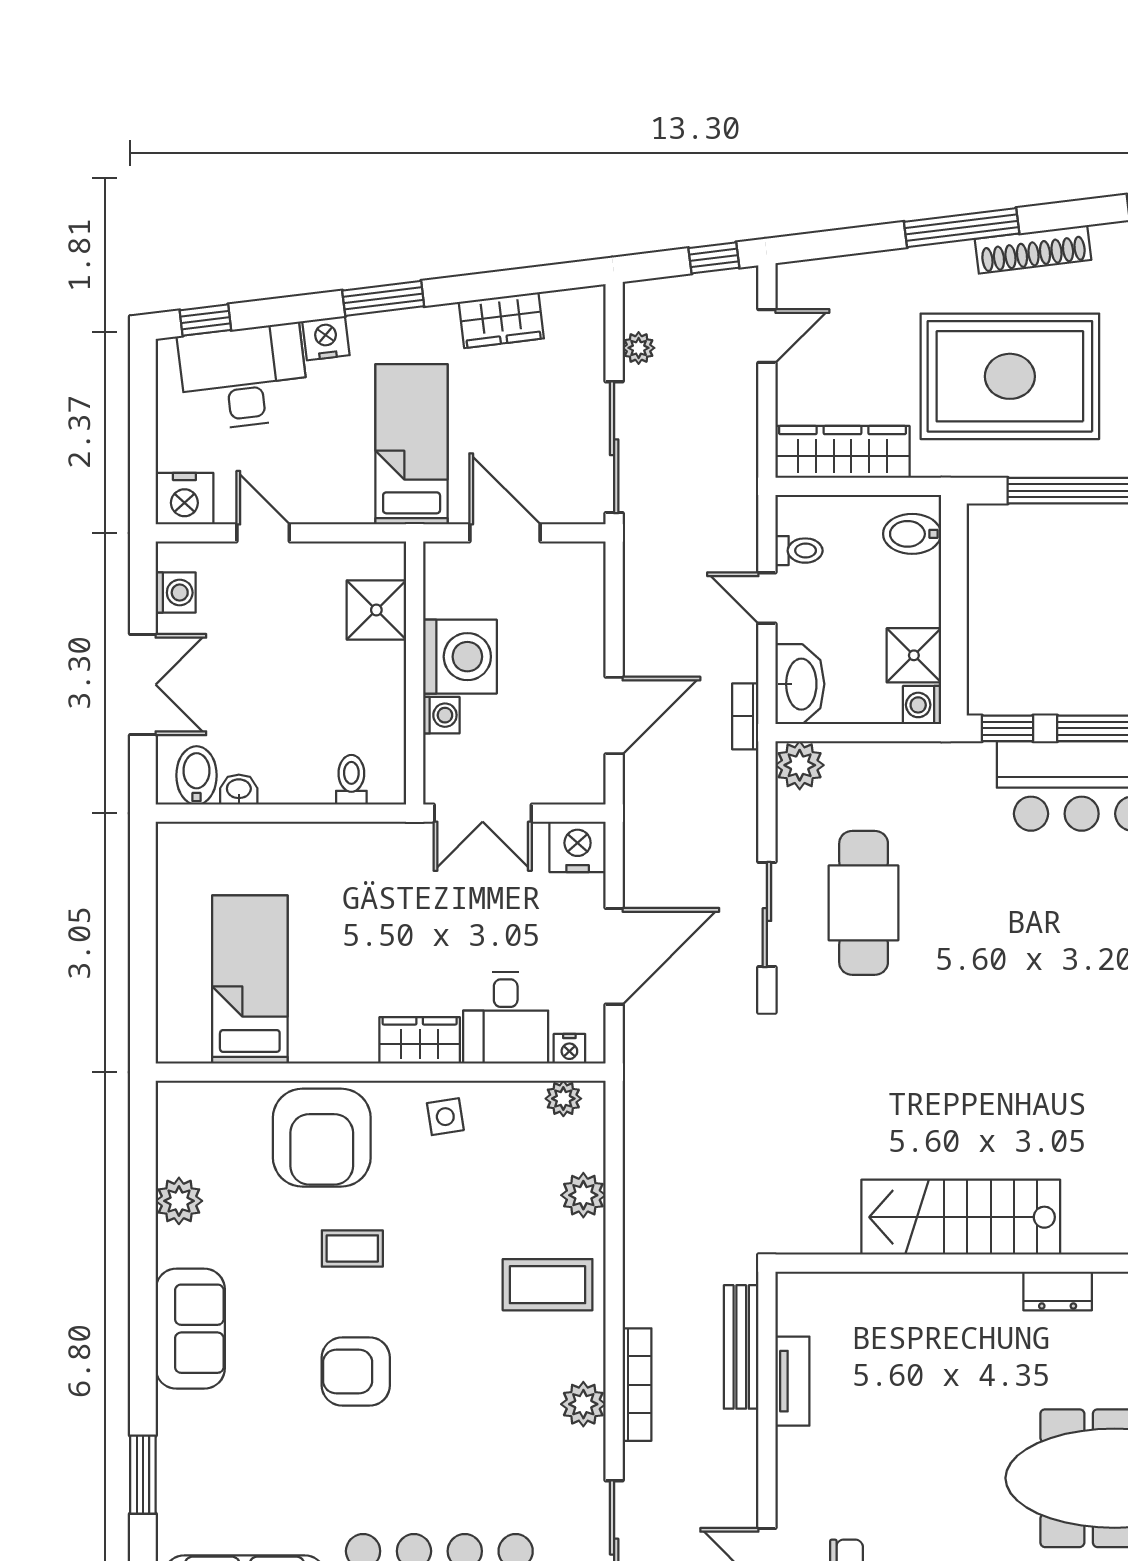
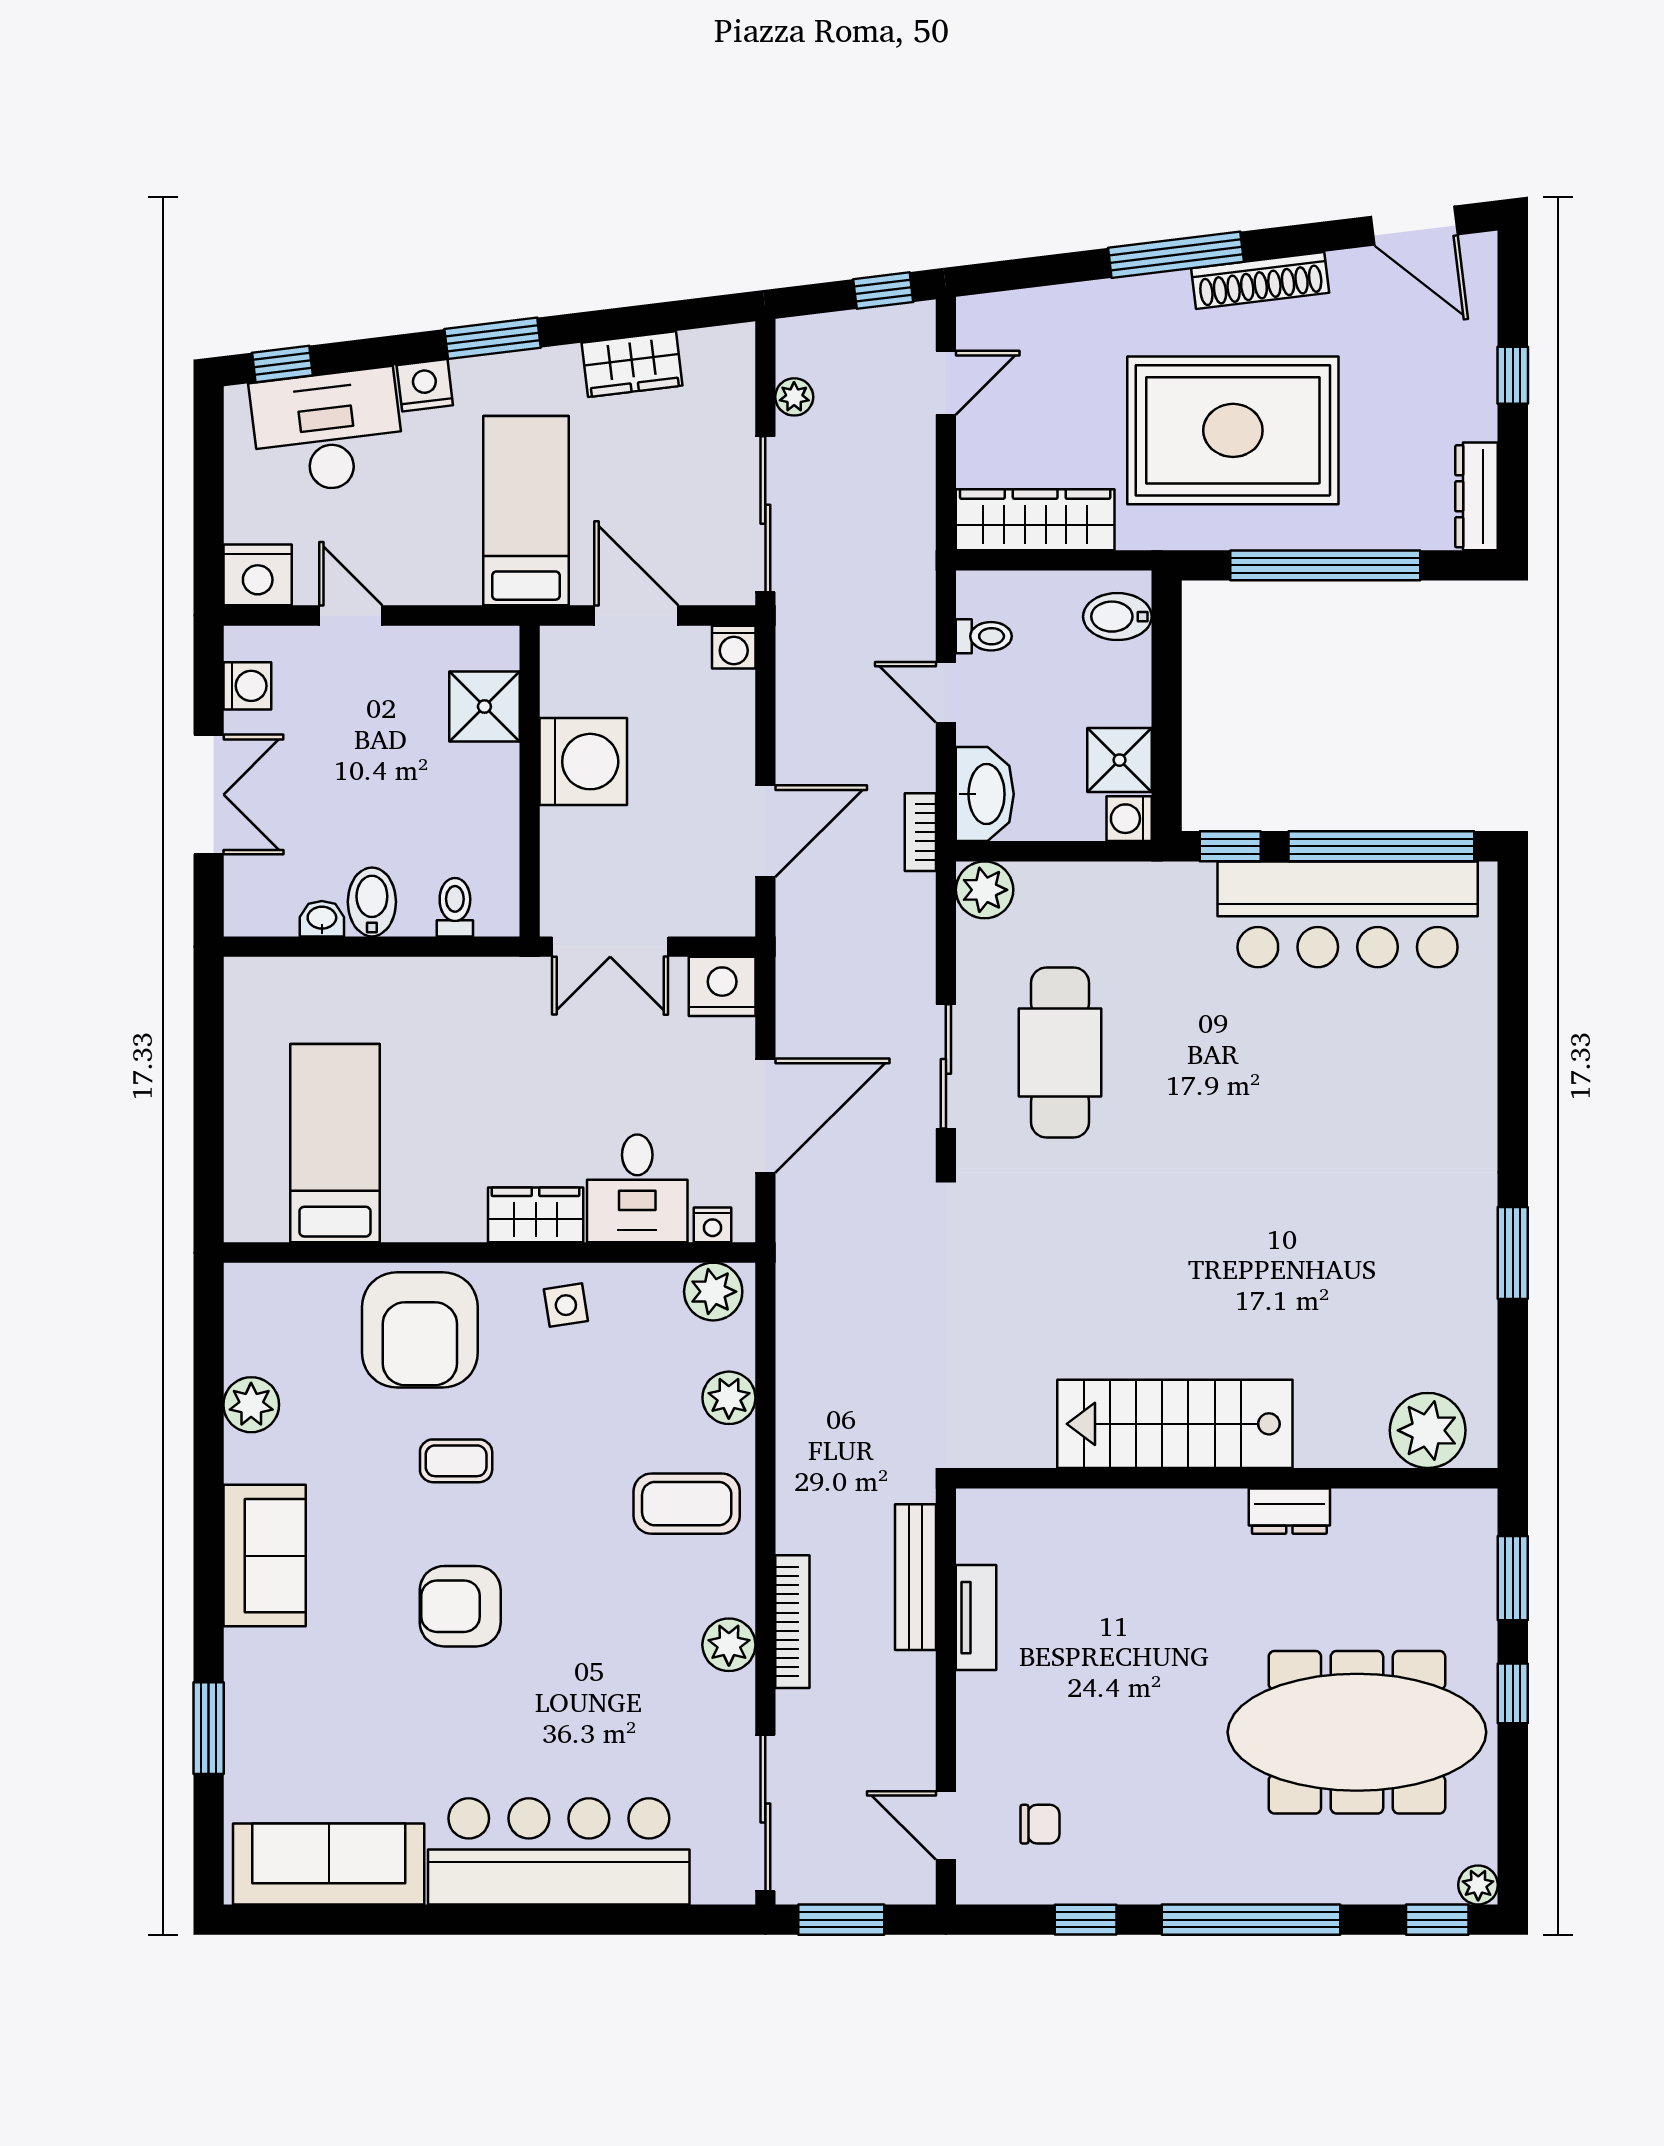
washing machine: (441, 715) -> (734, 647), moved, turned 90
bidet: (197, 775) -> (372, 902), moved
plant: (563, 1099) -> (713, 1292), width x1.38, depth x1.38

